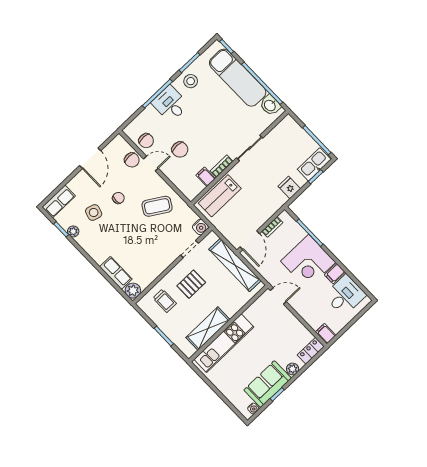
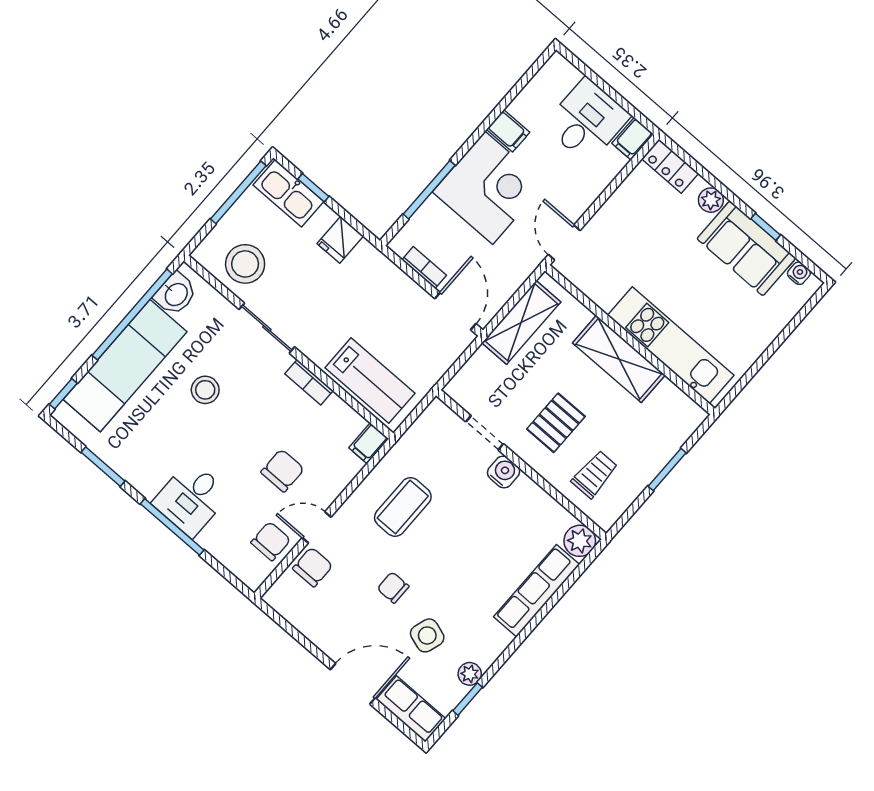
stool: (191, 81) -> (205, 390), moved
stool: (282, 140) -> (245, 264), added
door: (90, 158) -> (353, 684), moved
door: (151, 164) -> (317, 527), hinge flipped
filing cabinet: (206, 177) -> (369, 443), moved
coffee table: (157, 206) -> (403, 507), turned 58
water cooler: (200, 227) -> (504, 472), moved
door: (250, 240) -> (455, 311), hinge flipped
shelving: (235, 265) -> (521, 322), width x0.68
row of seats: (116, 273) -> (537, 591), width x1.48
pallet: (191, 284) -> (556, 423), turned 90
desk: (345, 295) -> (587, 121), moved, turned 90
shelving: (208, 329) -> (619, 359), moved

